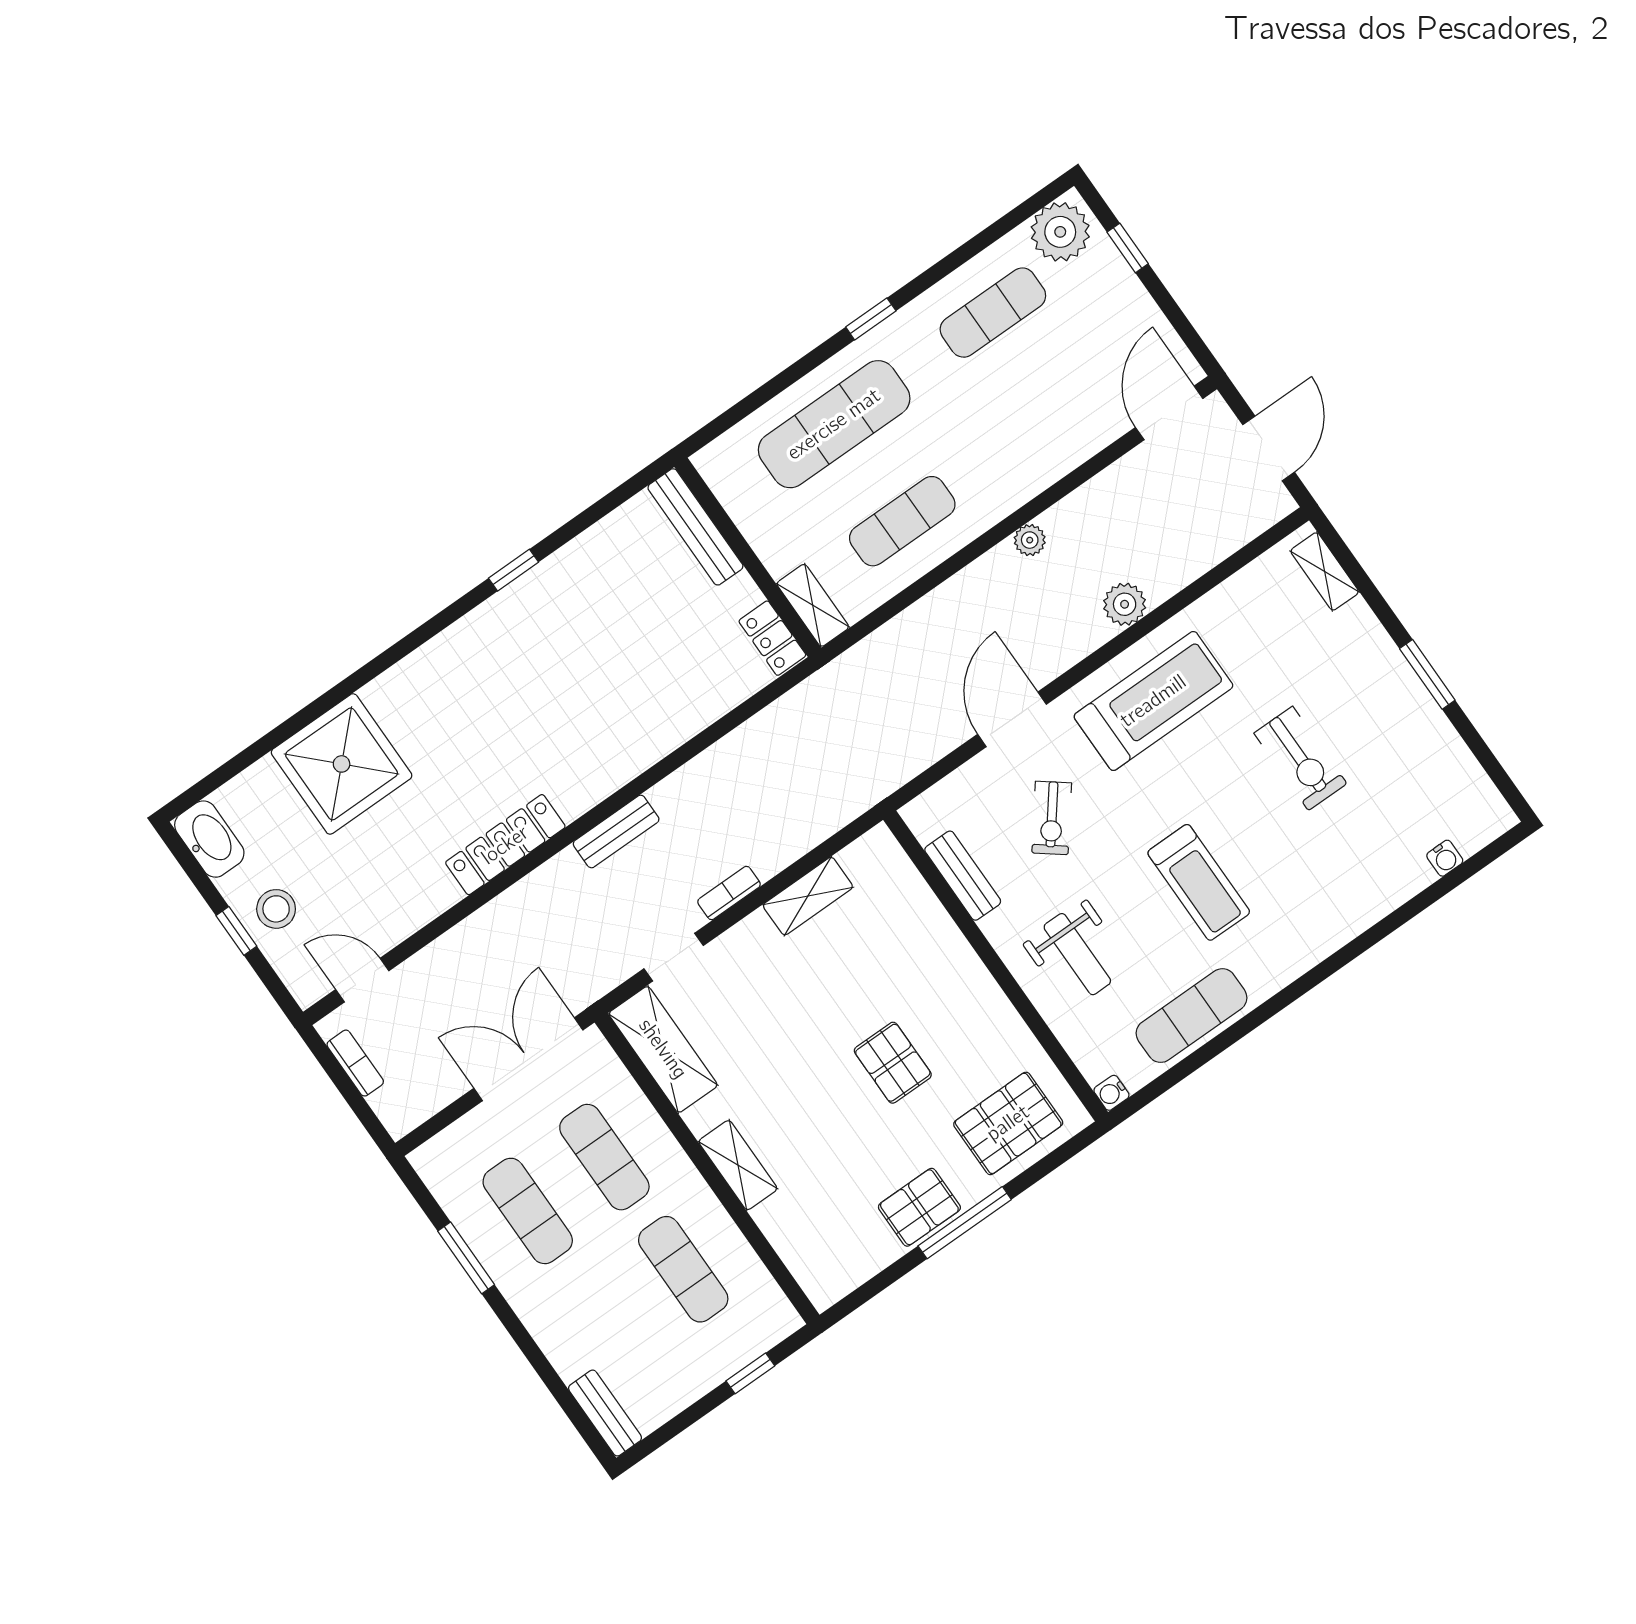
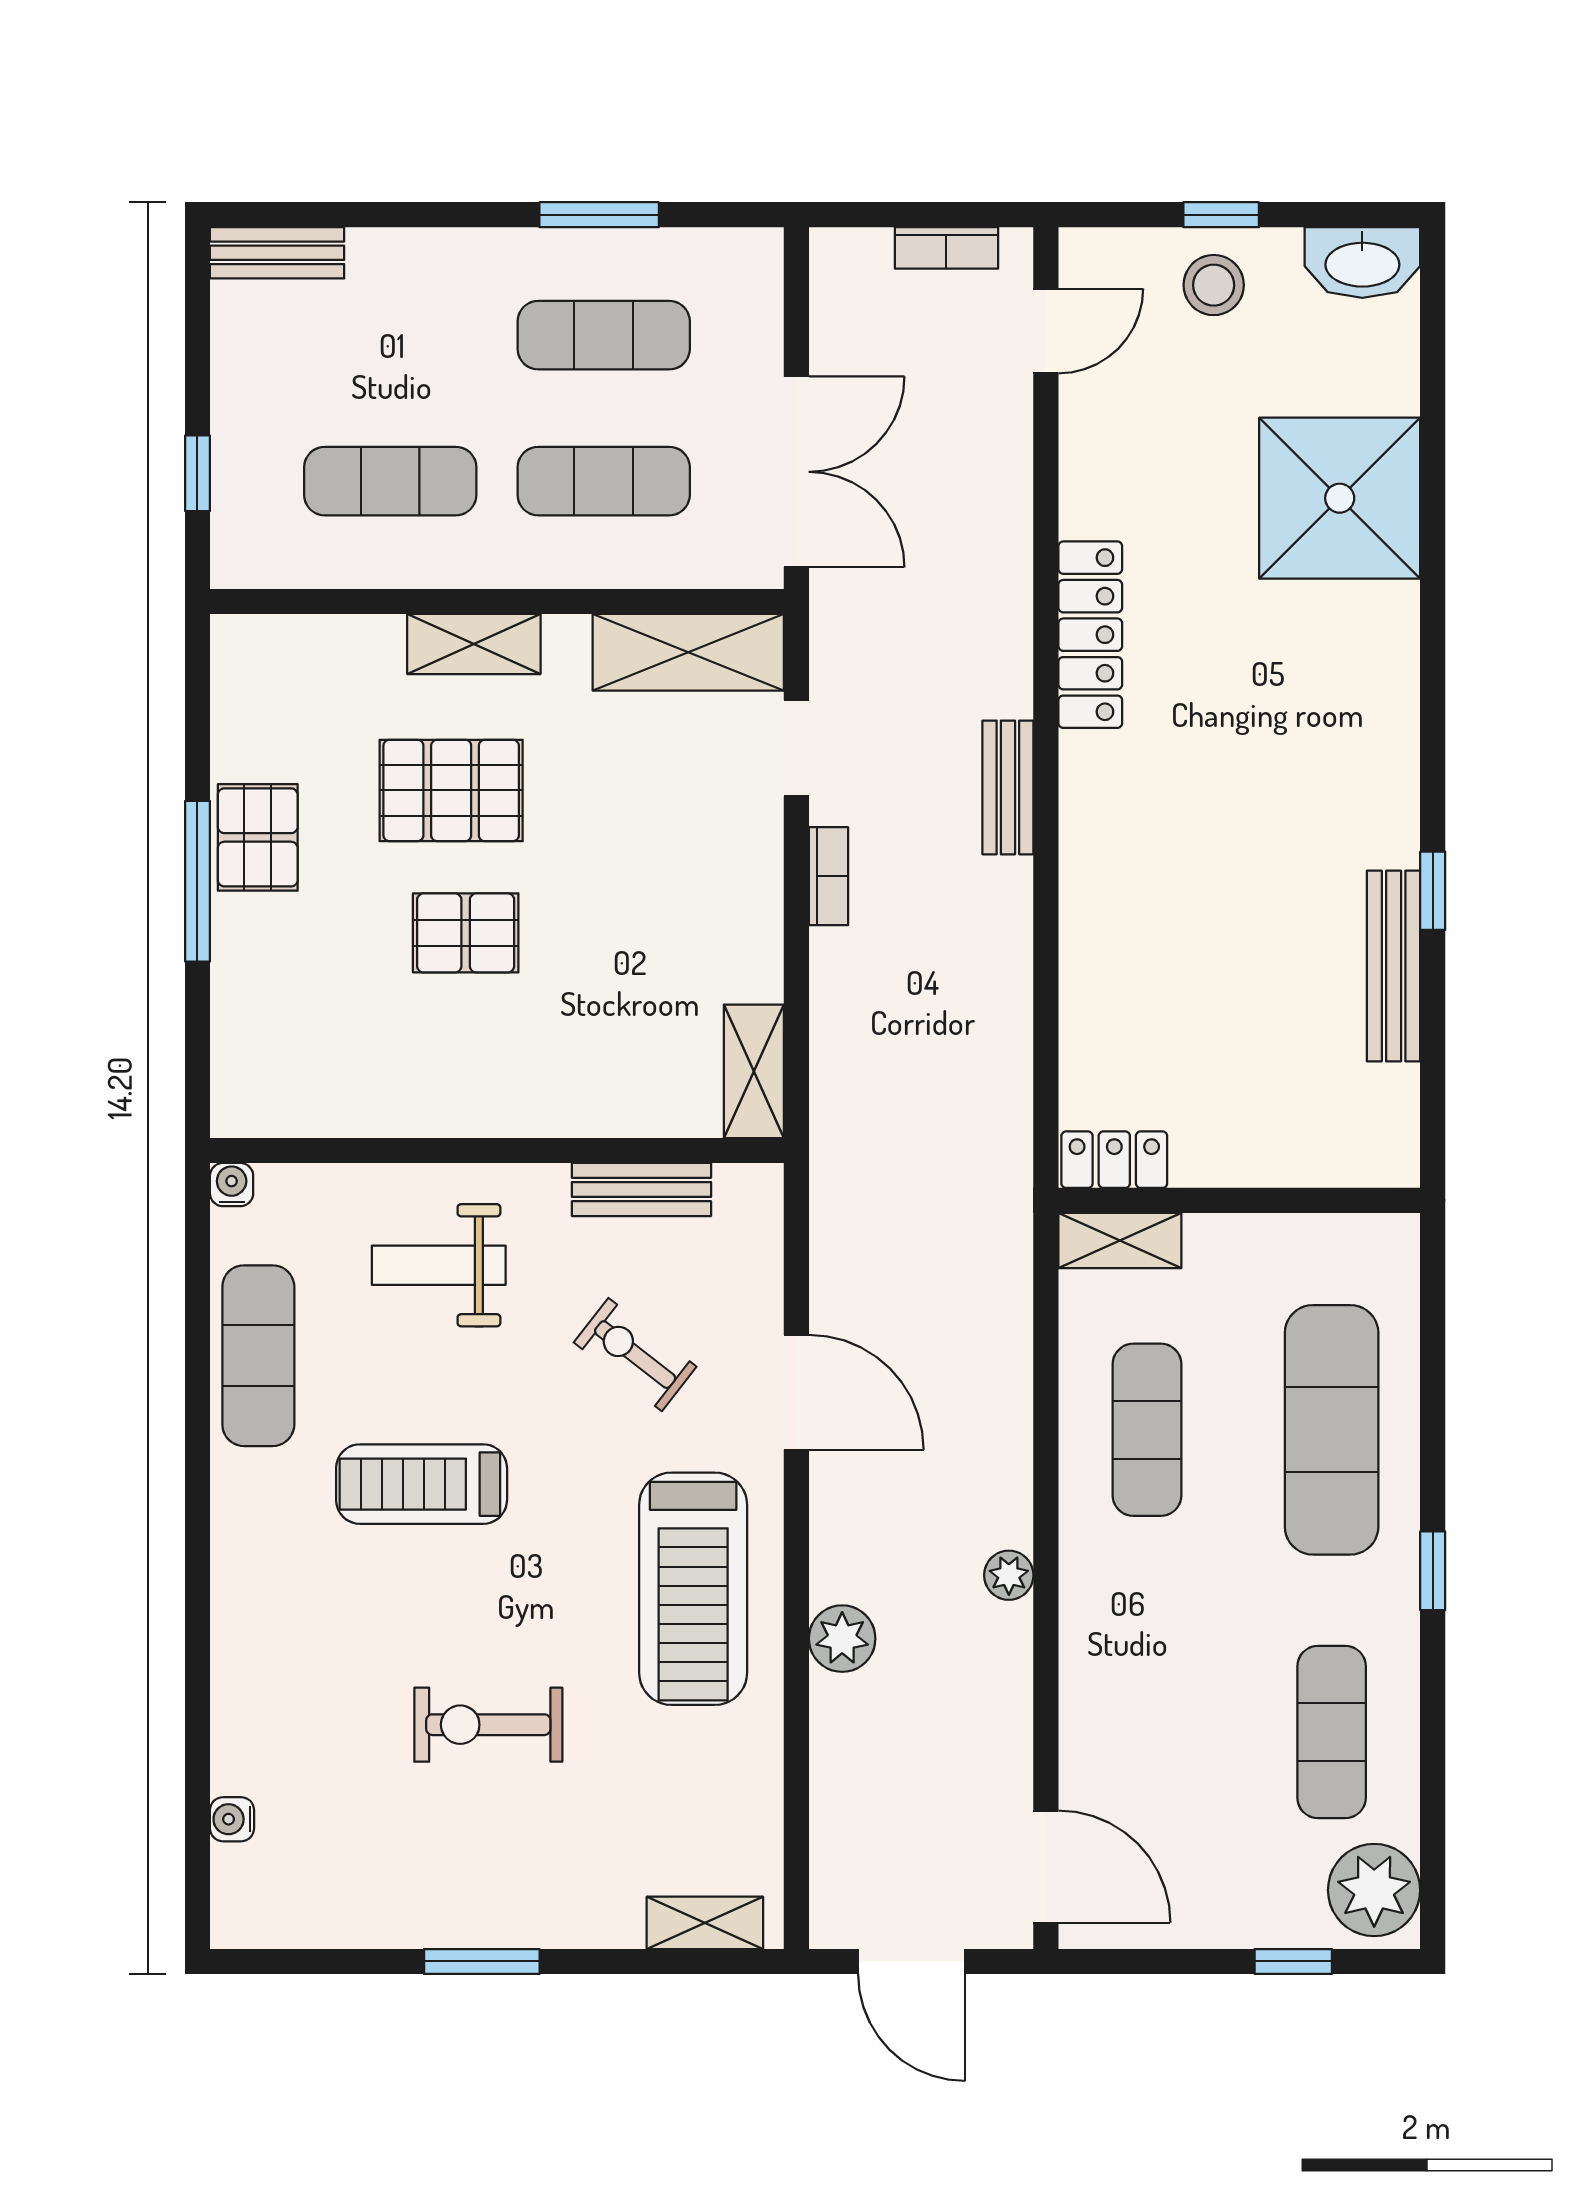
bench: (695, 527) -> (1394, 966), moved, turned 90
shelving: (808, 896) -> (754, 1071), moved
pallet: (1008, 1123) -> (451, 790), moved, turned 90

